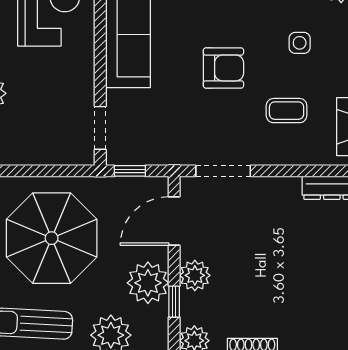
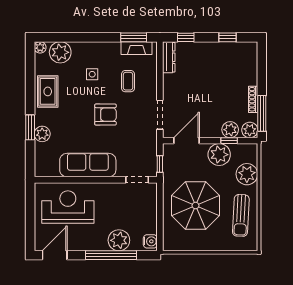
armchair: (223, 68) -> (105, 115), turned 90
door: (174, 221) -> (186, 141), swing flipped
plant: (195, 275) -> (230, 130), moved

